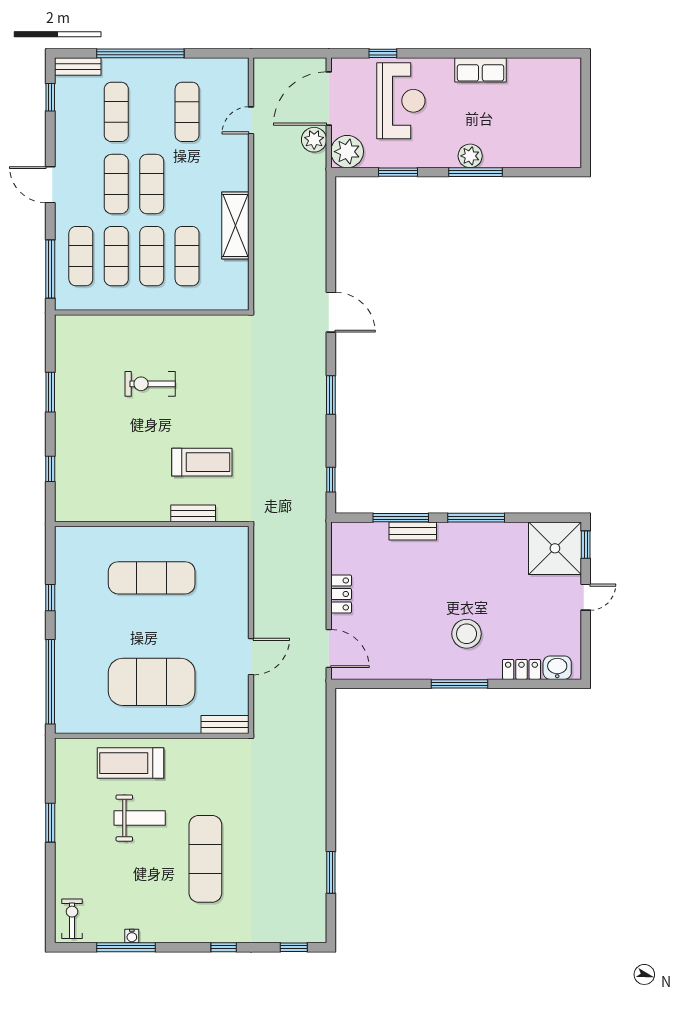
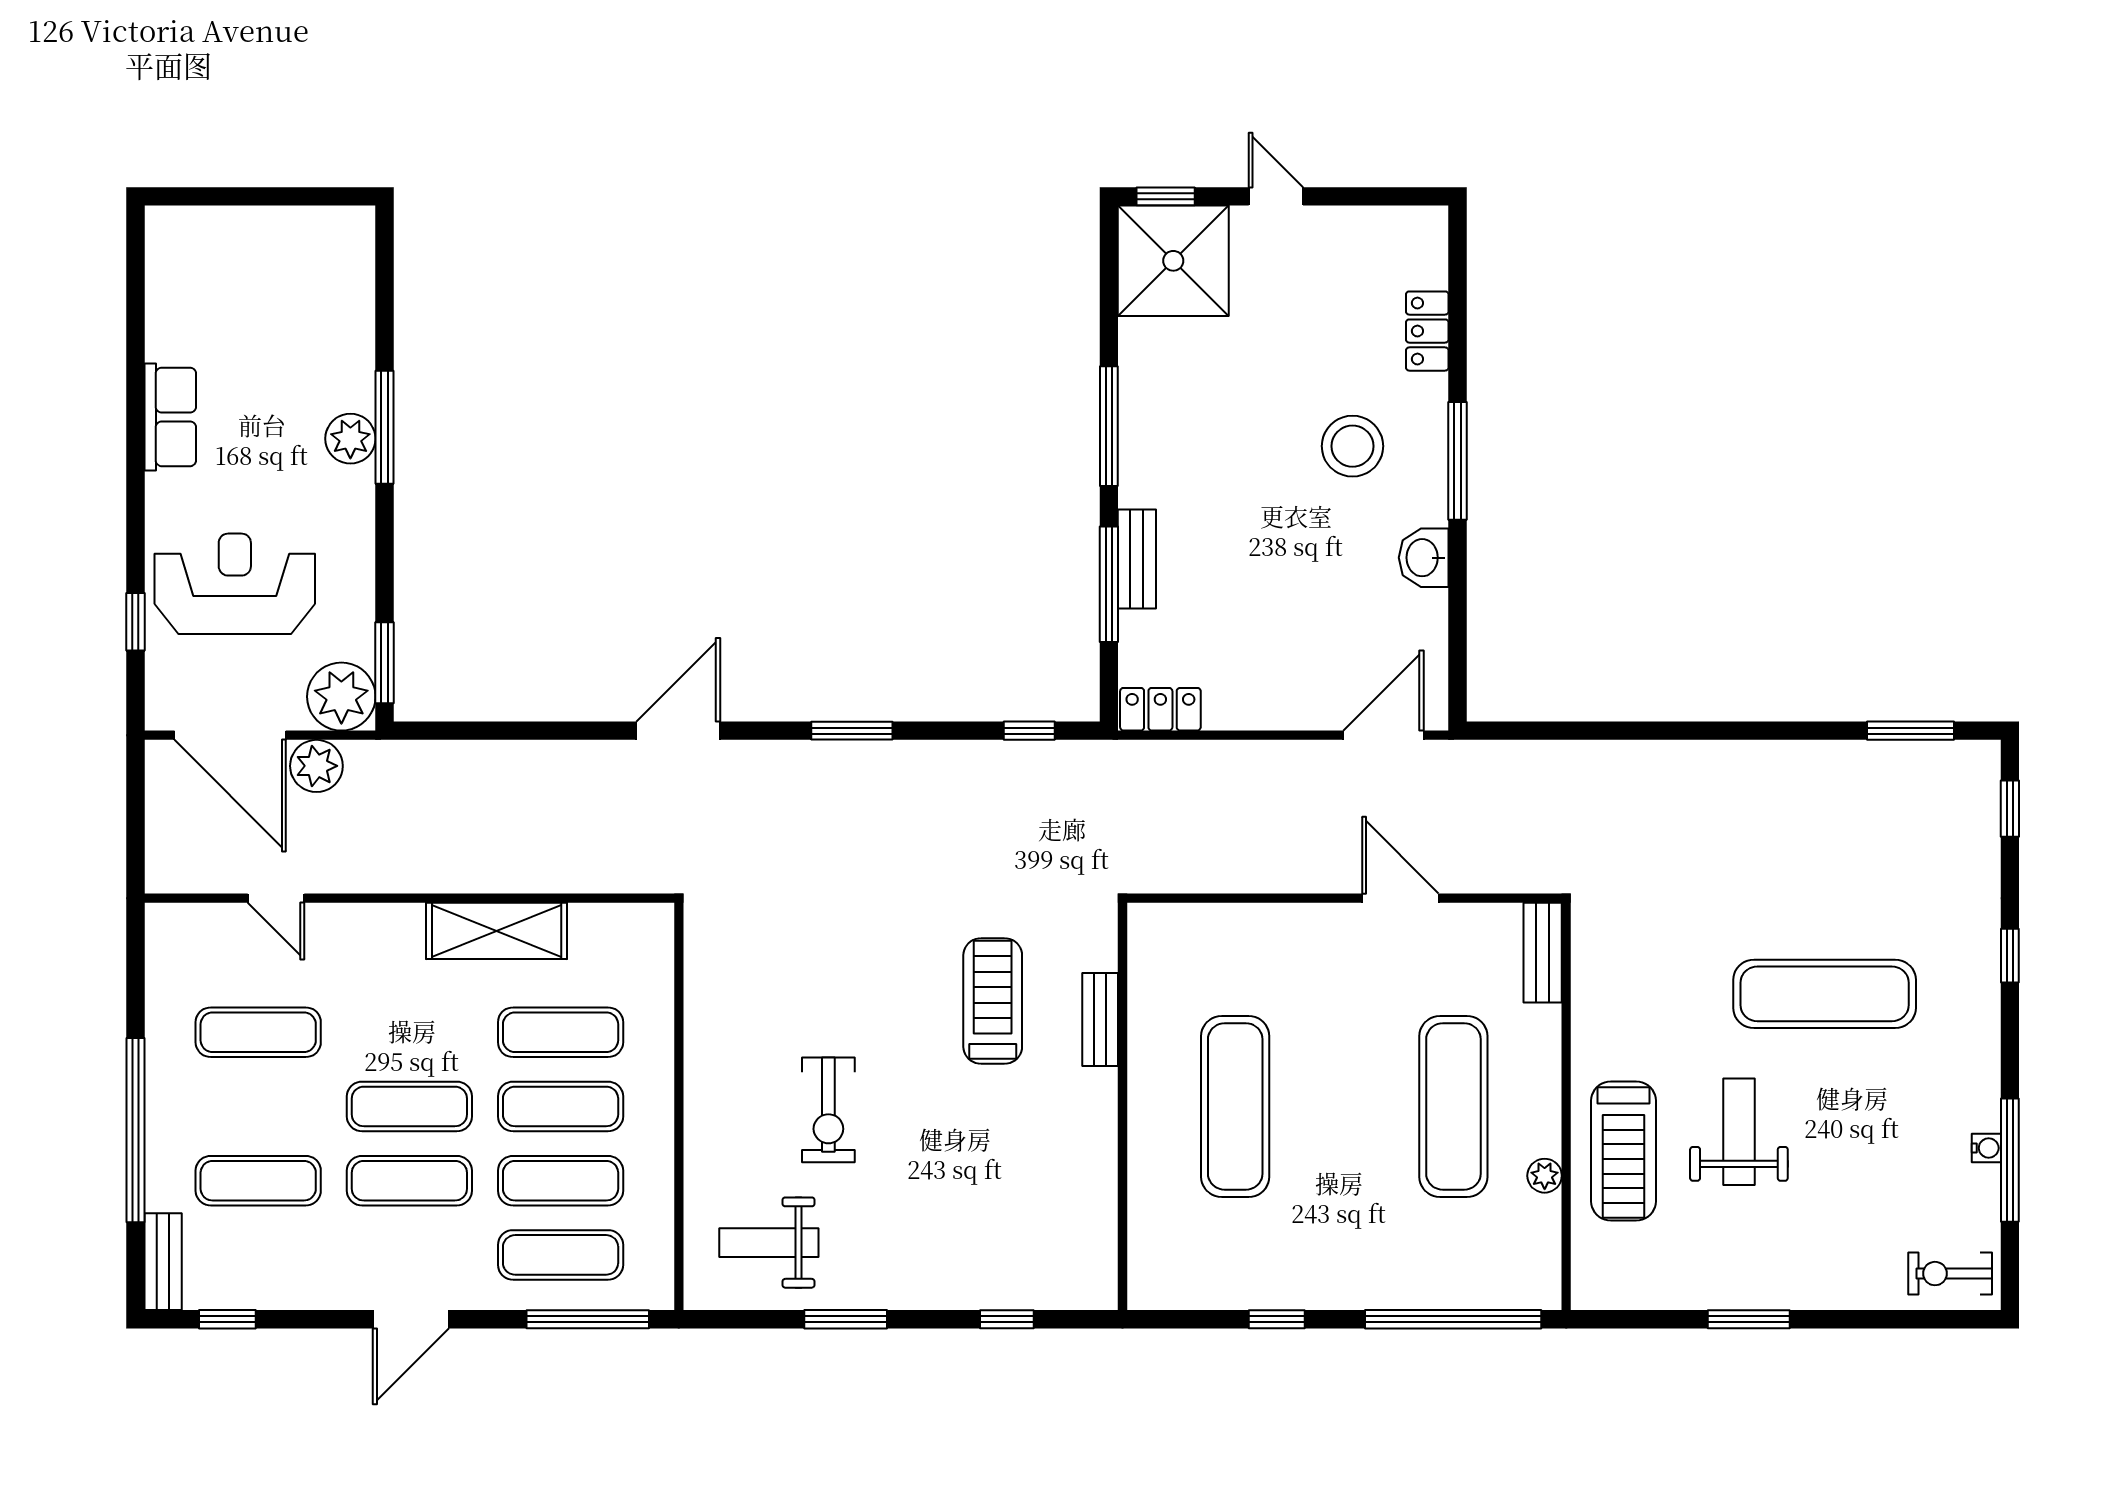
window: (398, 172) -> (384, 663), moved
weight bench: (87, 355) -> (769, 1243), added
locker: (341, 594) -> (1160, 709), moved
washbasin: (557, 668) -> (1424, 558), moved
exercise mat: (152, 682) -> (1453, 1106), width x0.68
plant: (119, 725) -> (1545, 1176), added
window: (331, 872) -> (1911, 731), moved

